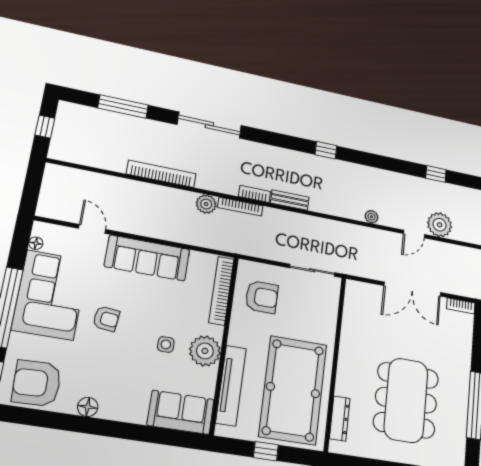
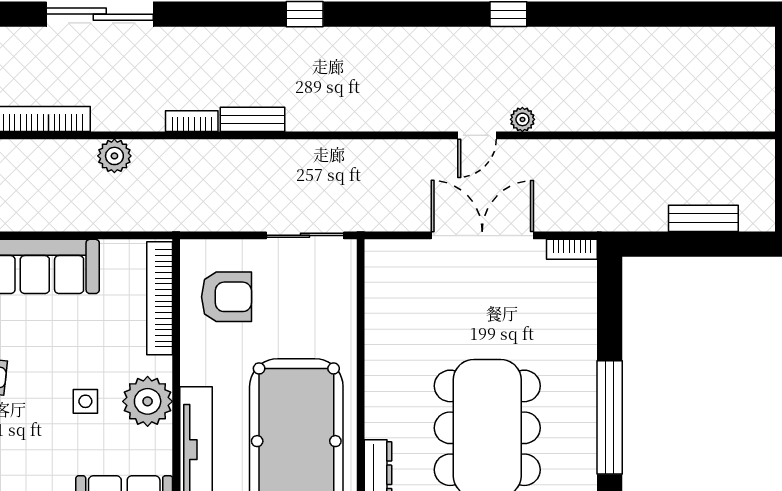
bookcase: (240, 207) -> (171, 149), removed
plant: (372, 217) -> (398, 120), removed
plant: (440, 225) -> (522, 119), width x0.53, depth x0.53
double door: (412, 289) -> (482, 235), swing flipped

